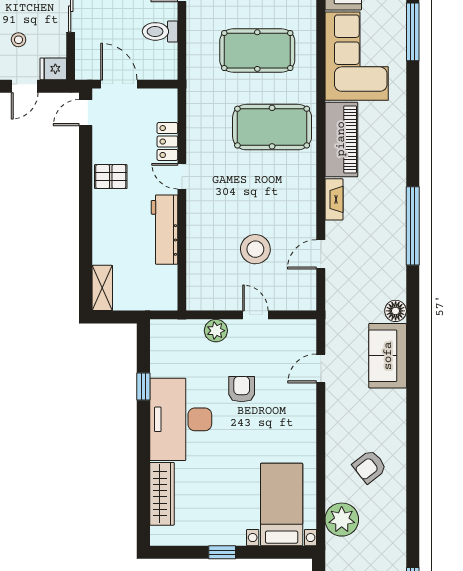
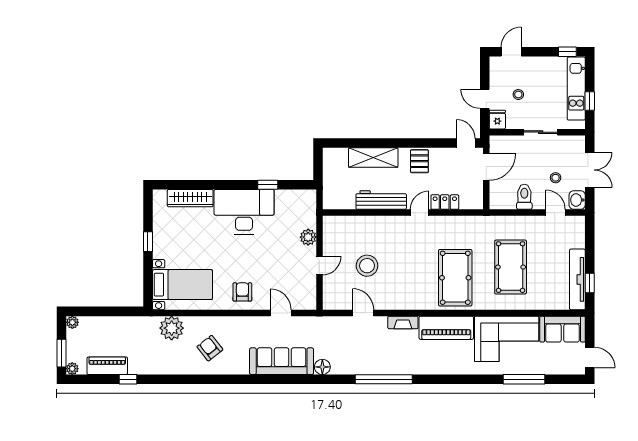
shelving: (102, 288) -> (373, 157), moved, width x1.50, depth x1.33
sofa: (388, 356) -> (282, 361), width x1.36
armchair: (242, 389) -> (242, 292), moved, turned -90

